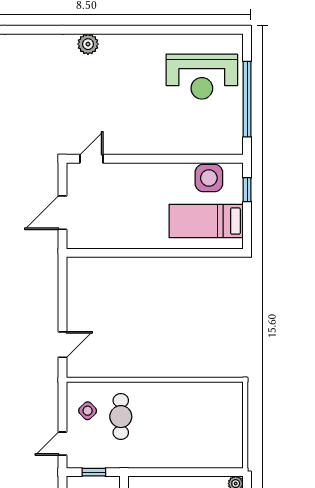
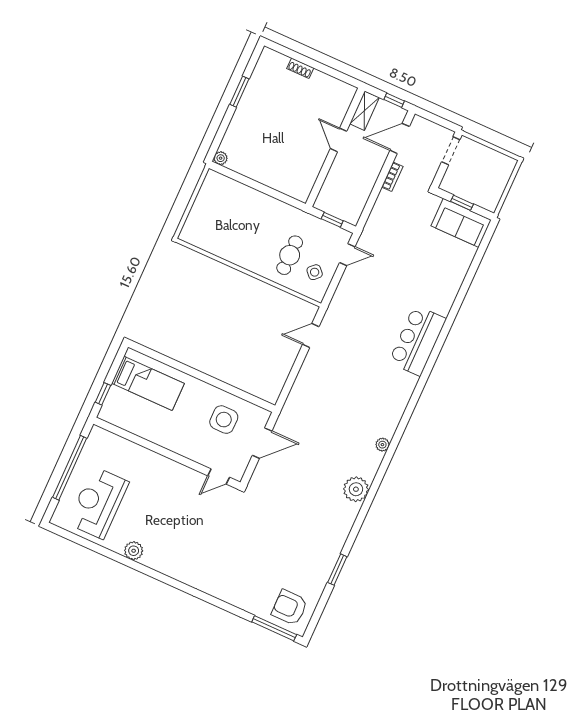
plant: (88, 44) -> (134, 551), moved
reception desk: (202, 77) -> (98, 503), turned -90
side table: (209, 178) -> (224, 420), moved

